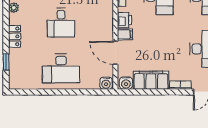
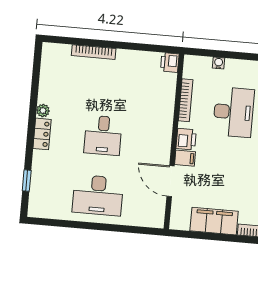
locker: (15, 36) -> (42, 134), moved
water cooler: (106, 83) -> (155, 220), removed
water cooler: (126, 83) -> (181, 222), removed

